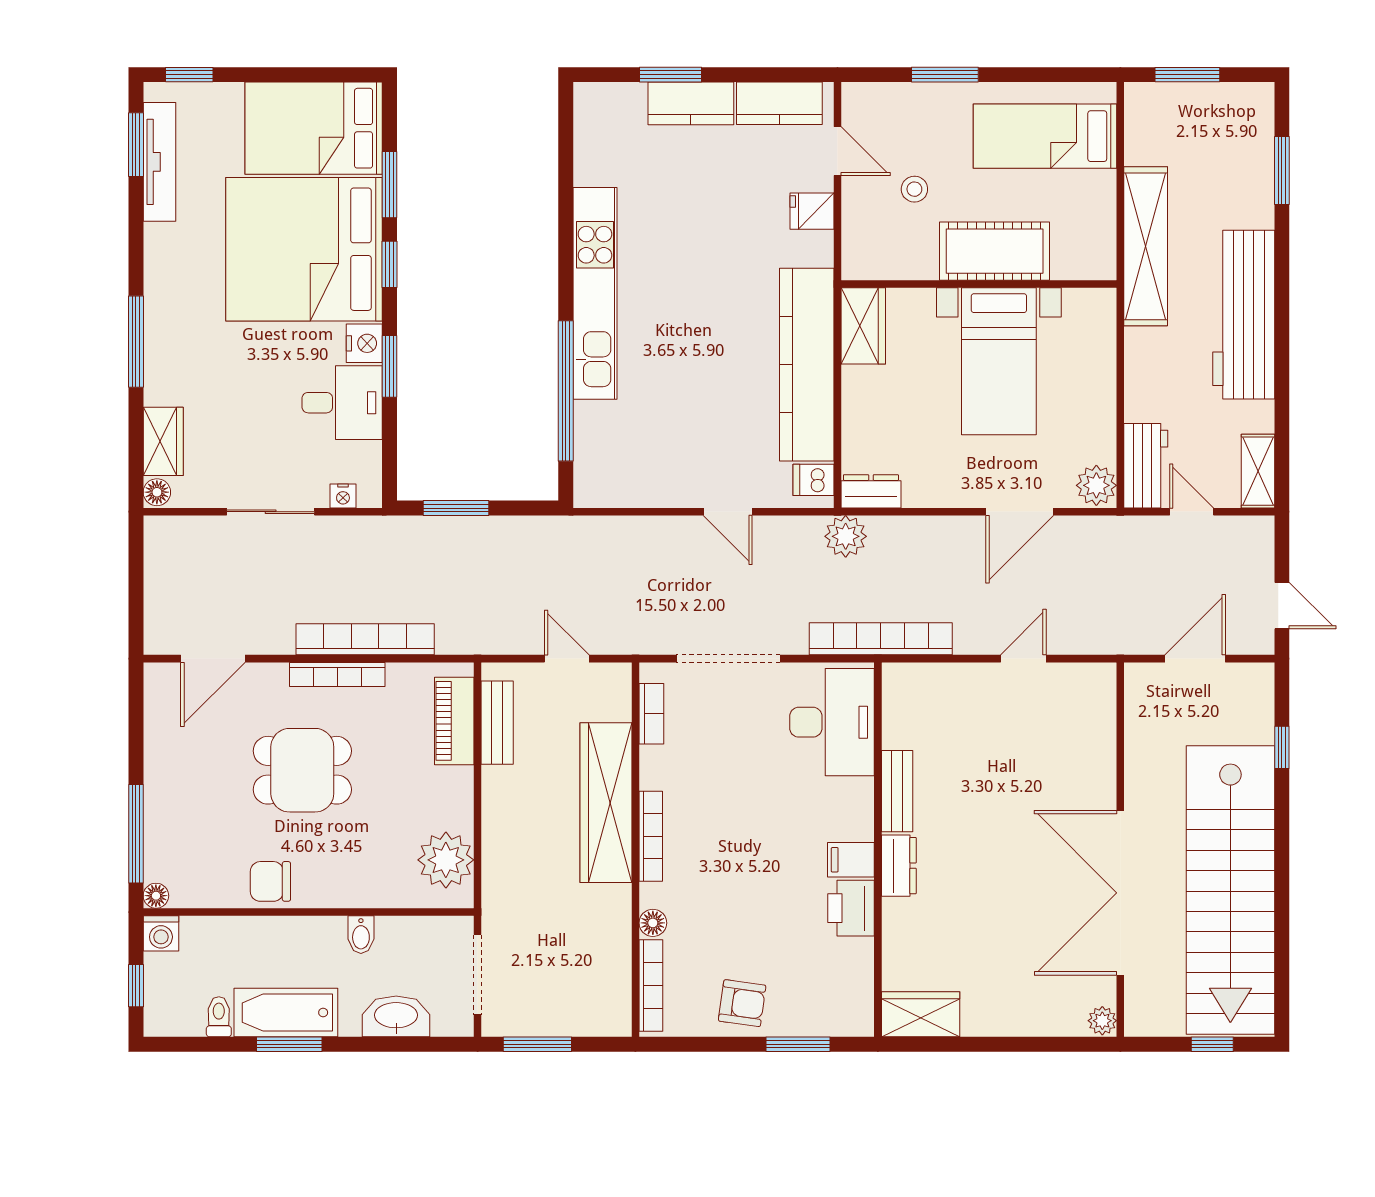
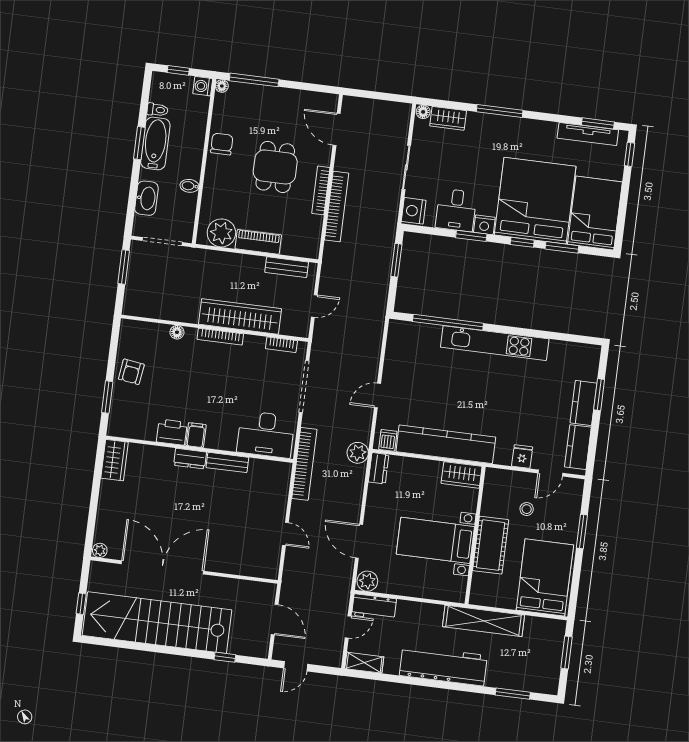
bed: (1045, 136) -> (545, 578), width x1.50
nightstand: (343, 496) -> (414, 211), width x1.89, depth x1.79
piano: (454, 721) -> (258, 242), moved
bookcase: (651, 985) -> (146, 327), removed

